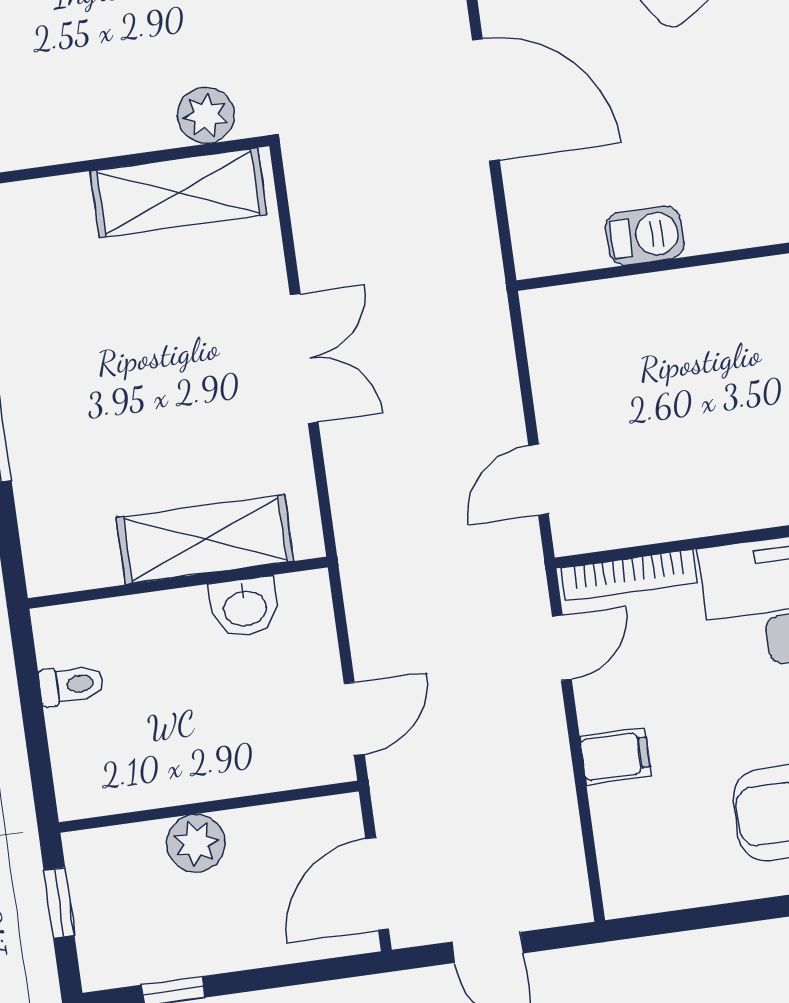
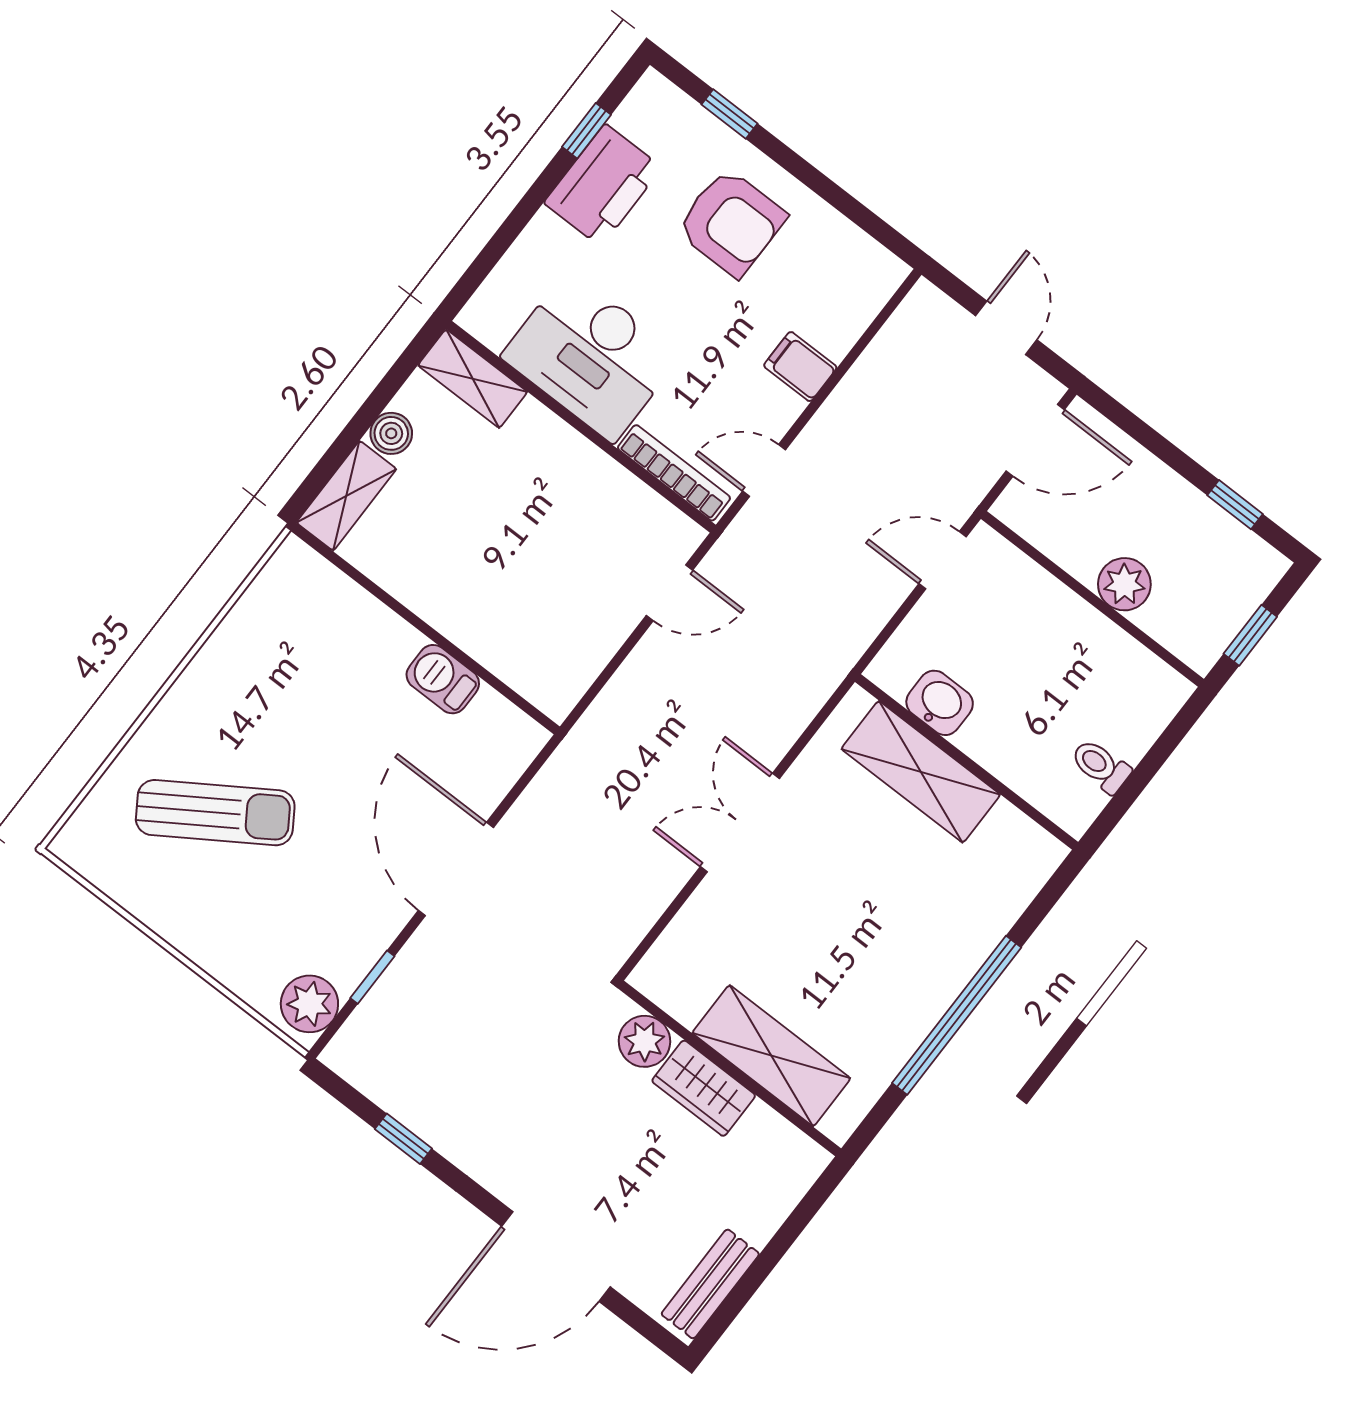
wardrobe: (124, 126) -> (704, 1088), added
shelving: (178, 193) -> (771, 1056), moved

